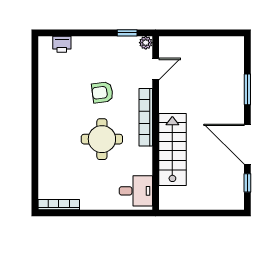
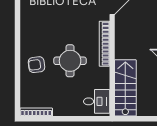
armchair: (102, 92) -> (37, 65), moved
stairs: (172, 150) -> (125, 88), moved

